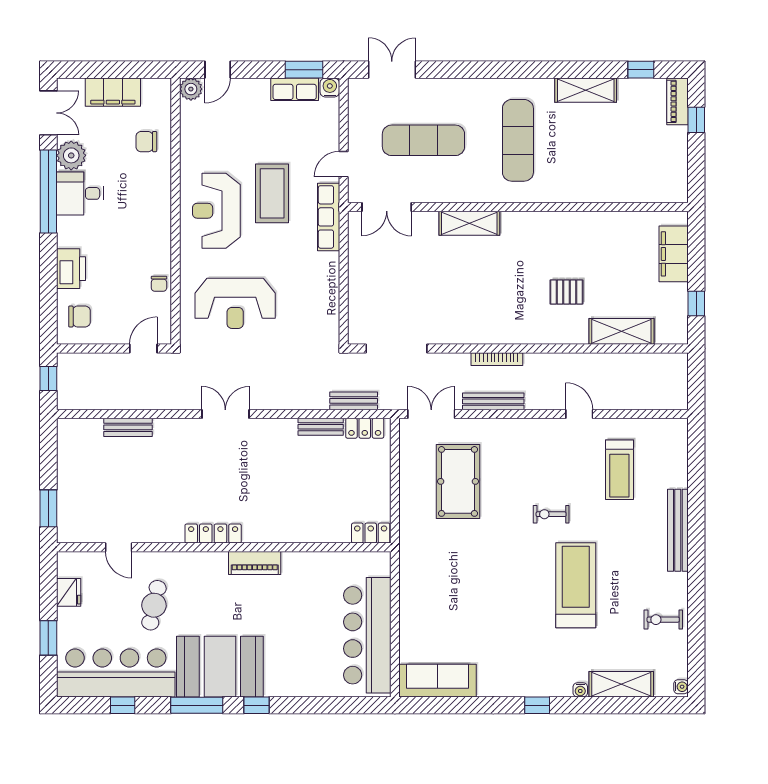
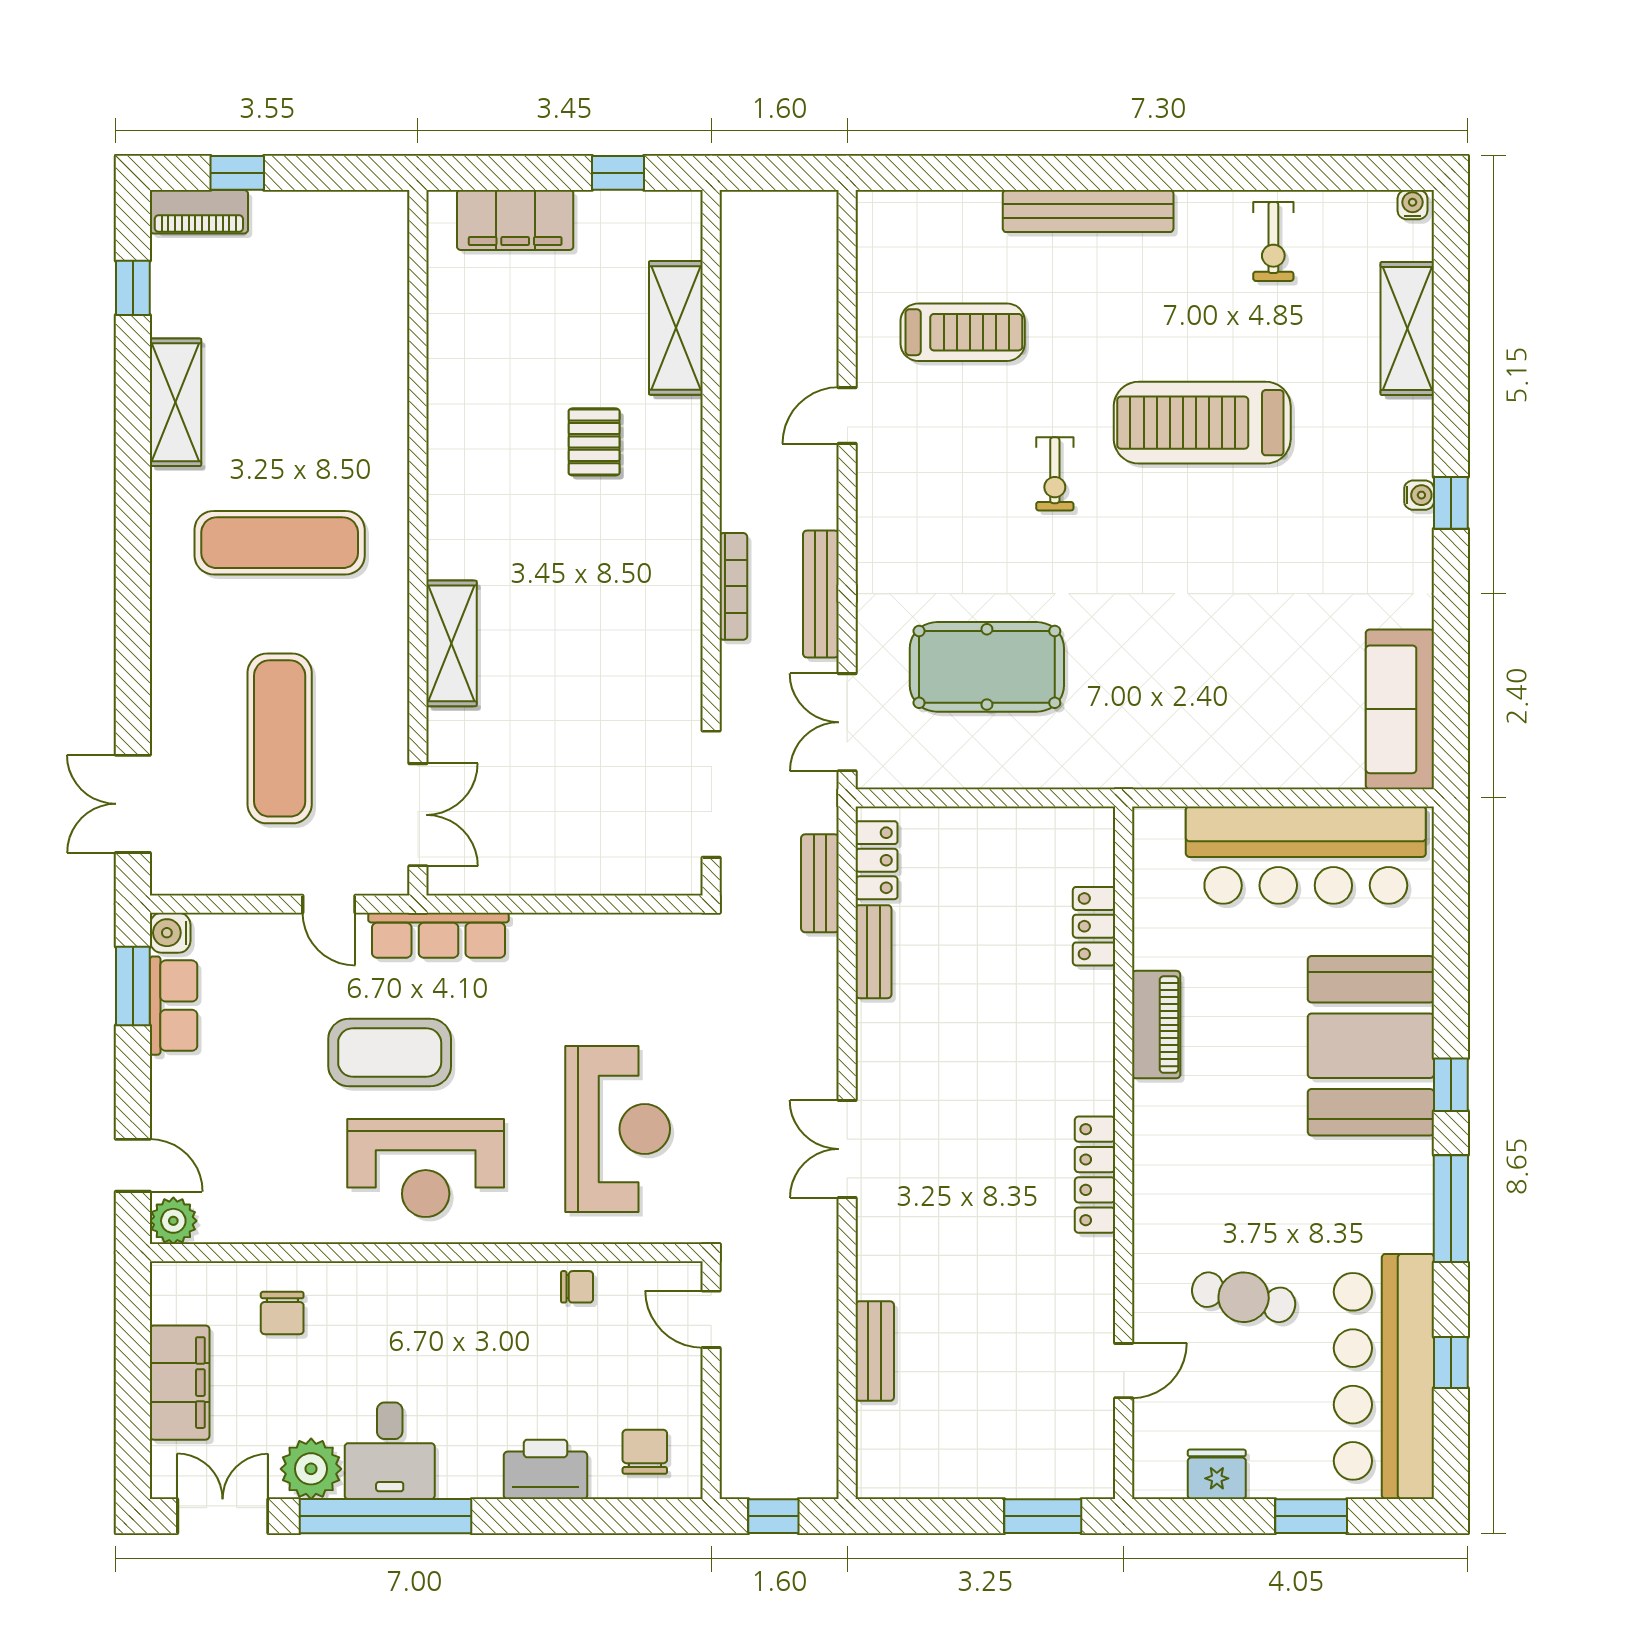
locker: (371, 533) -> (1094, 926), moved
piano: (255, 563) -> (1156, 1025), moved
booth: (220, 667) -> (1371, 1046), moved
water cooler: (580, 690) -> (1419, 495), moved

